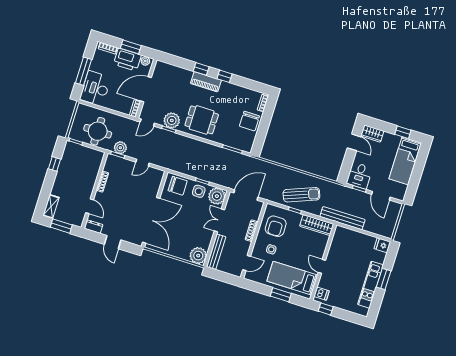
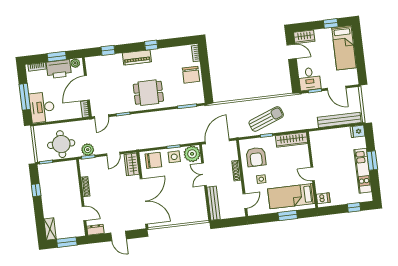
window: (201, 69) -> (108, 50), moved
plant: (172, 120) -> (122, 105), removed
wardrobe: (156, 180) -> (132, 164), added
bench: (342, 218) -> (339, 120), moved
plant: (198, 256) -> (199, 214), removed
window: (326, 309) -> (354, 207), moved

